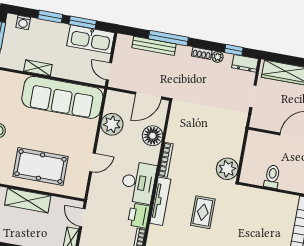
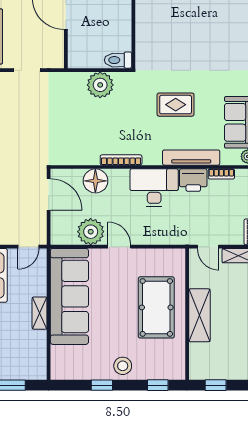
shelving: (38, 68) -> (40, 313), moved
door: (92, 162) -> (119, 247), moved
plant: (227, 169) -> (100, 85), moved
toilet: (272, 176) -> (118, 60), moved
tv unit: (160, 201) -> (191, 158), moved
door: (82, 218) -> (208, 247), hinge flipped

